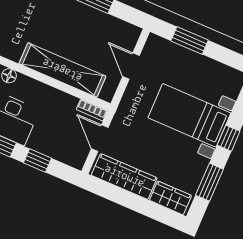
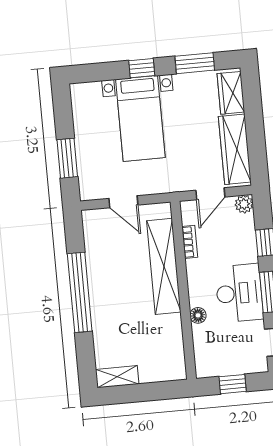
door: (131, 66) -> (123, 202), hinge flipped
bookcase: (92, 110) -> (190, 242), moved
plant: (77, 160) -> (244, 204), added

